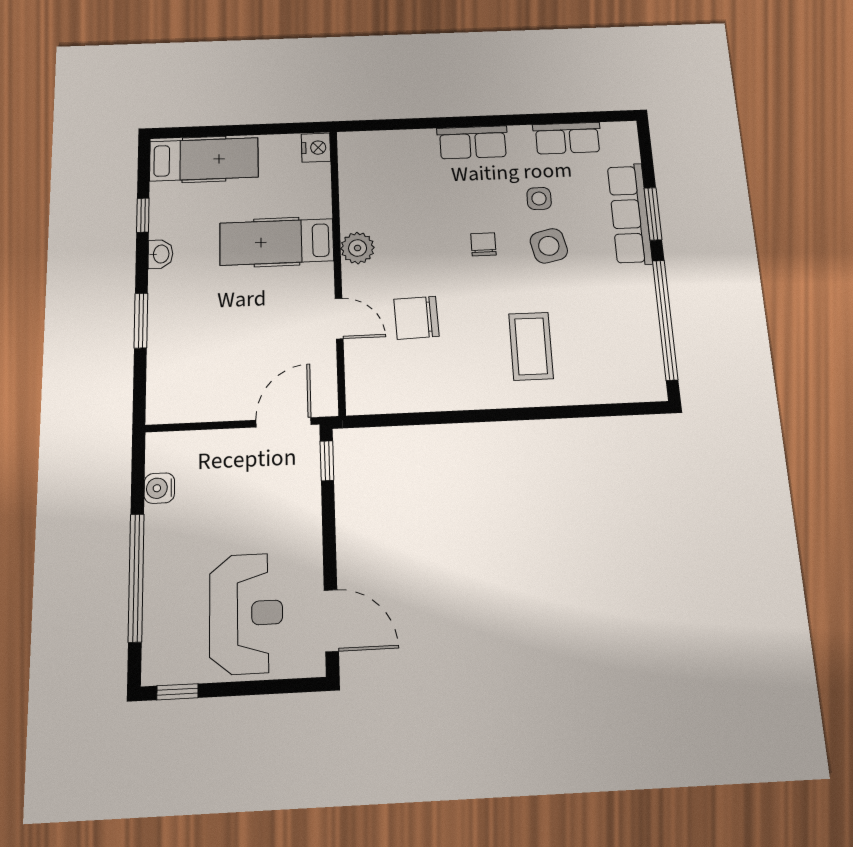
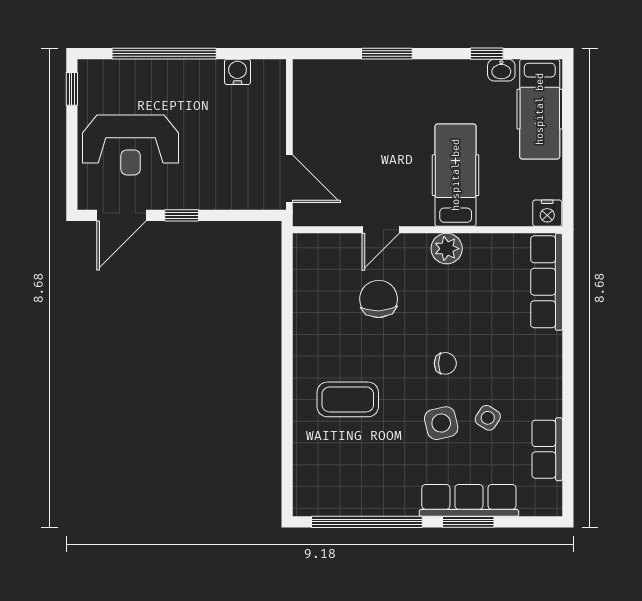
row of seats: (473, 142) -> (547, 282), moved, width x1.48
side table: (539, 198) -> (488, 418), turned 33
washbasin: (160, 254) -> (501, 70), moved
window: (327, 461) -> (182, 215), moved

